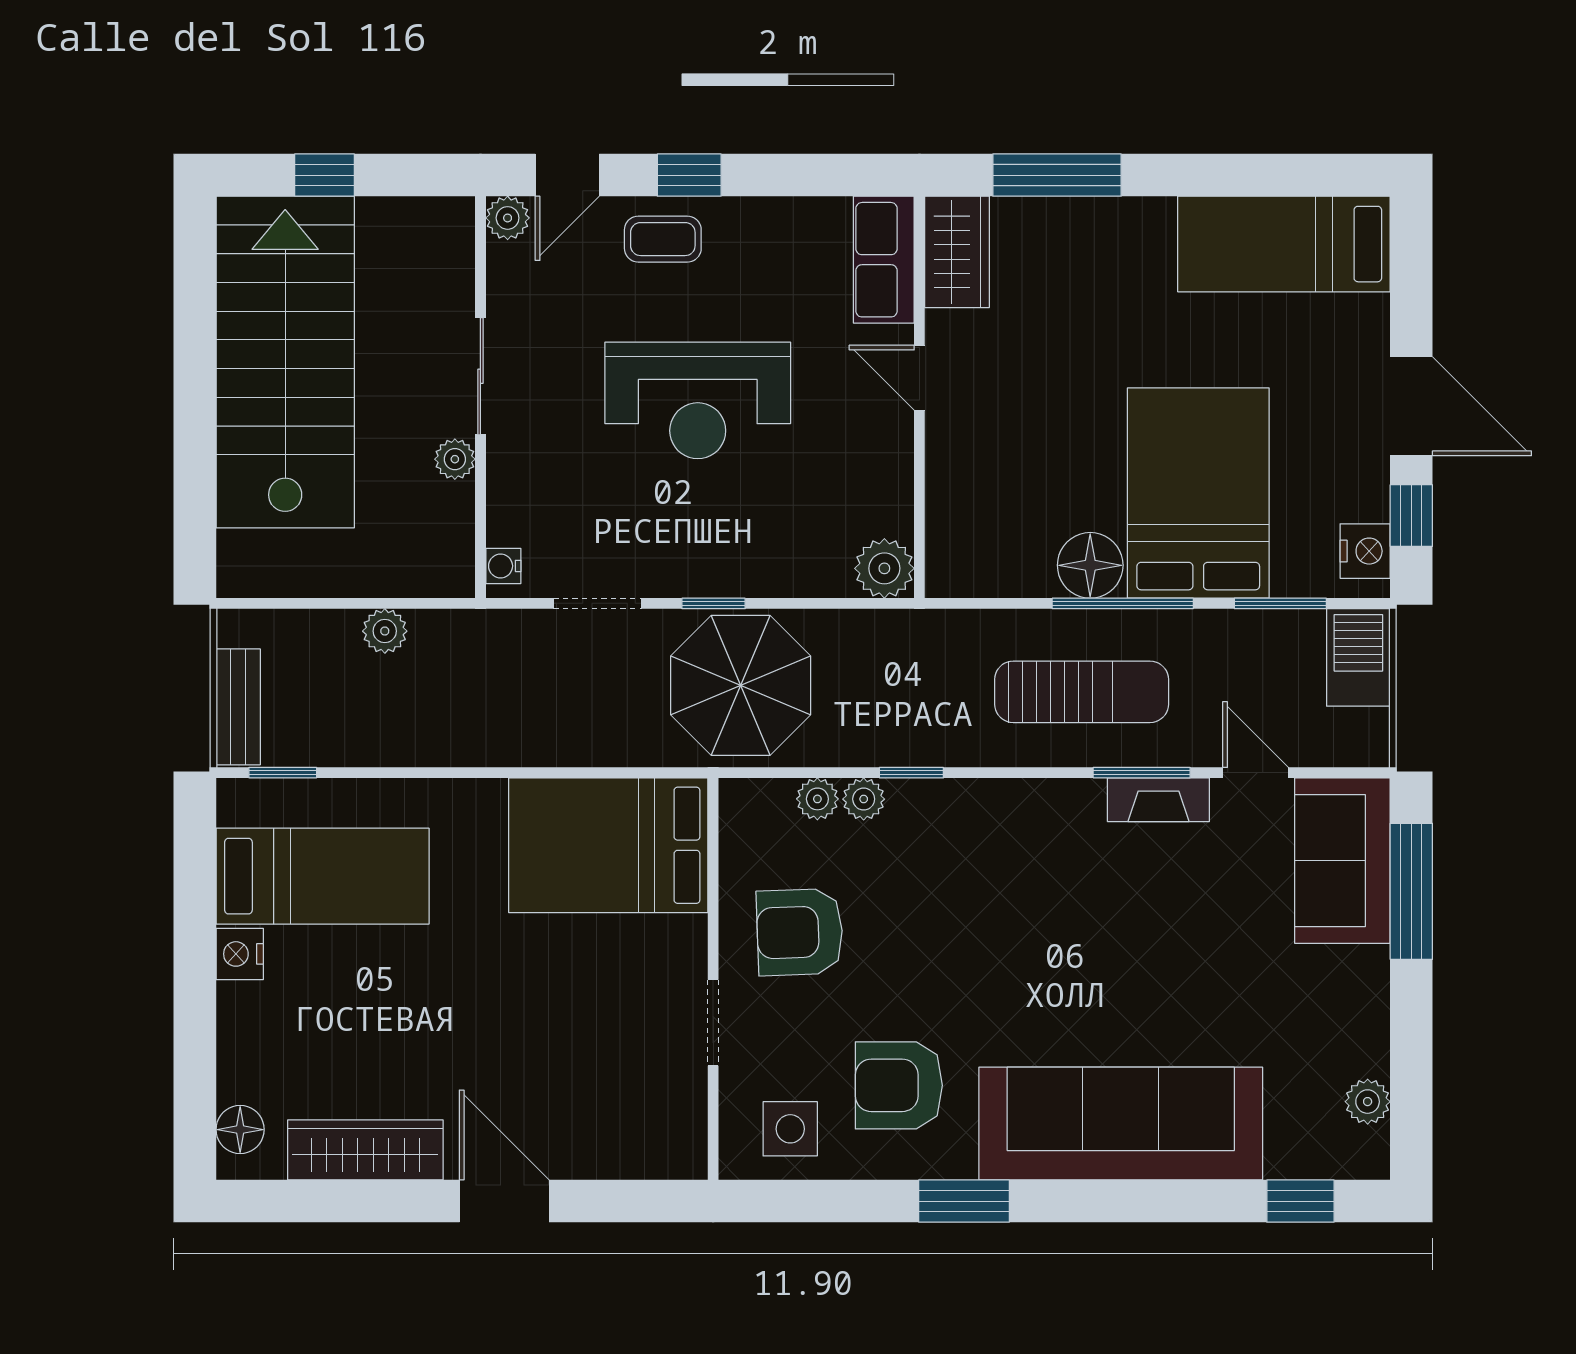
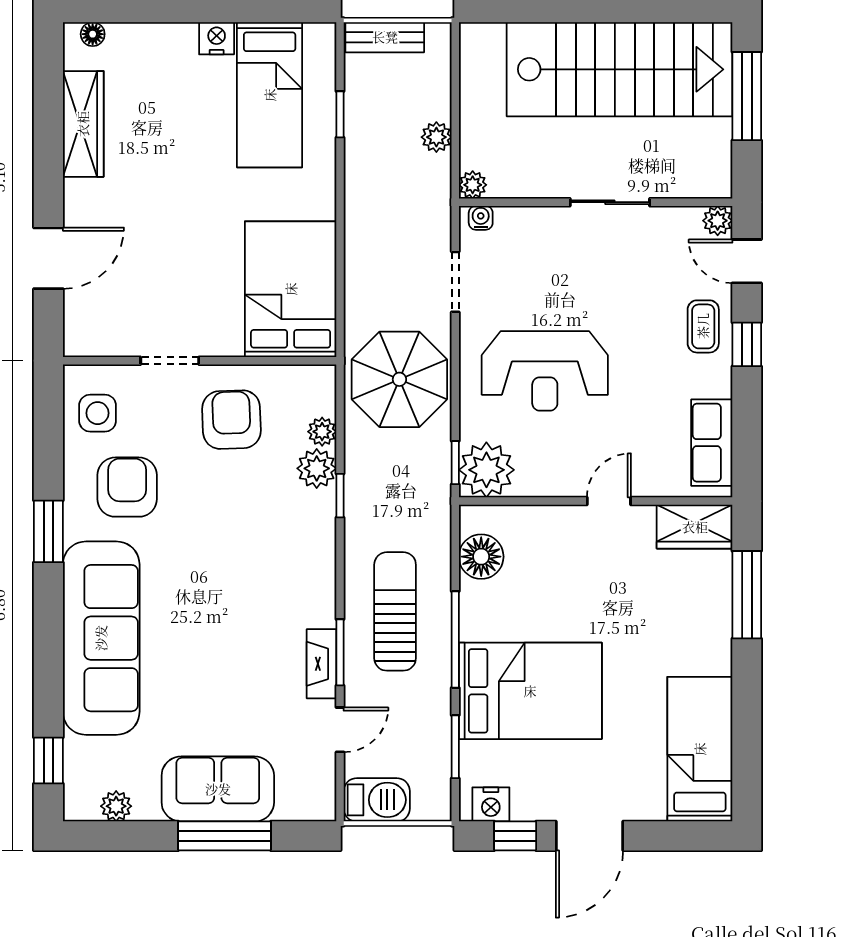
window: (324, 175) -> (747, 96), width x2.17
row of seats: (884, 260) -> (712, 443), moved, turned -90
reception desk: (698, 400) -> (545, 371), moved, turned -90
plant: (455, 459) -> (473, 185), moved
floor lamp: (1090, 565) -> (481, 557), moved
plant: (884, 568) -> (486, 470), width x1.36, depth x1.36
window: (714, 603) -> (455, 463), moved
barbecue: (1358, 657) -> (377, 800), moved
sun lounger: (1082, 692) -> (395, 611), turned 180
window: (283, 773) -> (340, 114), moved
plant: (864, 799) -> (317, 468), width x1.38, depth x1.38
sofa: (1342, 861) -> (218, 789), moved
window: (1411, 891) -> (225, 836), moved
floor lamp: (240, 1130) -> (93, 34), width x0.73, depth x0.73
door: (504, 1201) -> (48, 258), moved

